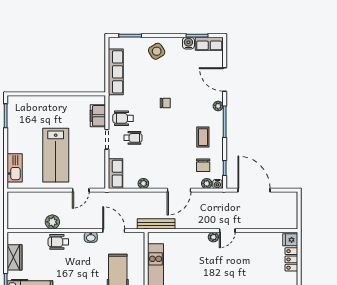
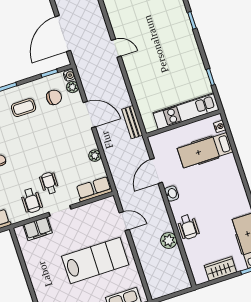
bench: (156, 224) -> (132, 122), width x0.73
plant: (213, 237) -> (128, 61), removed

